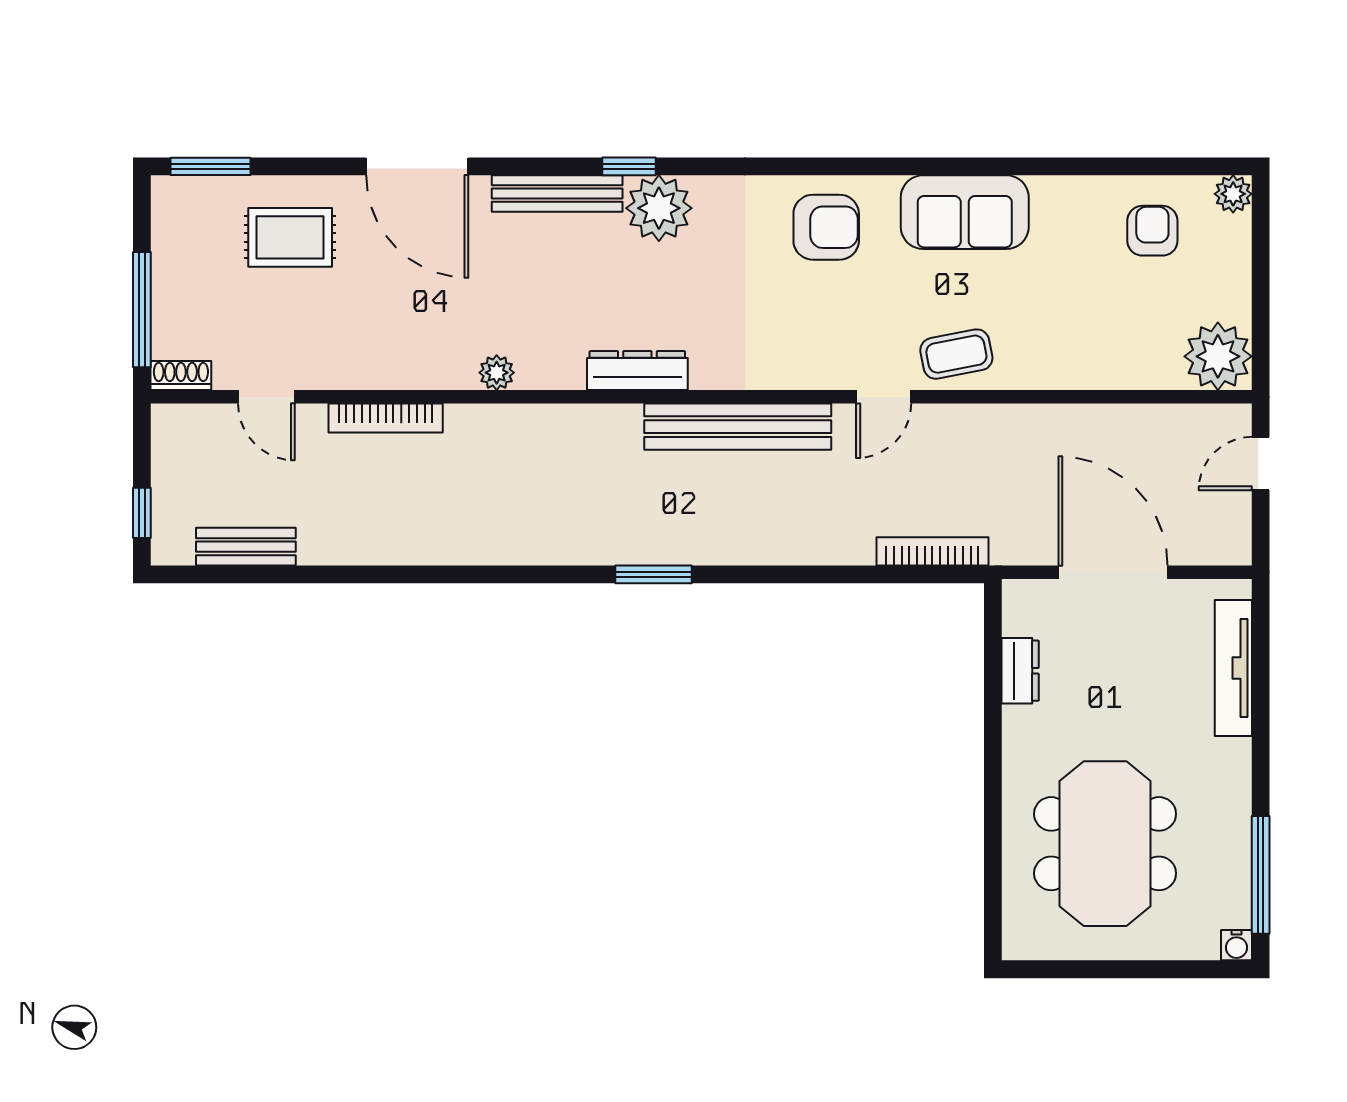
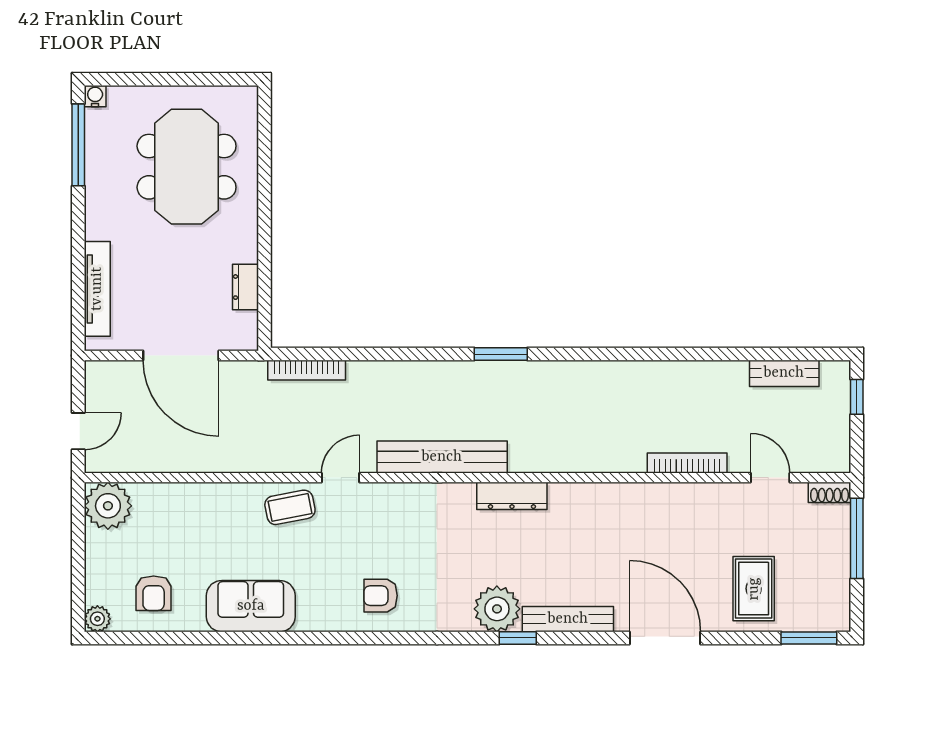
sofa: (965, 212) -> (251, 606), moved
armchair: (826, 227) -> (381, 596), width x0.72, depth x0.72
rug: (290, 237) -> (754, 589), turned 90
plant: (497, 373) -> (610, 494), removed

